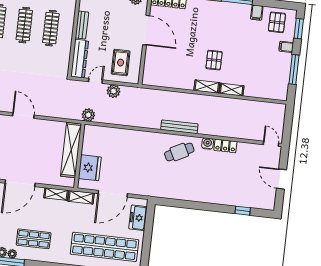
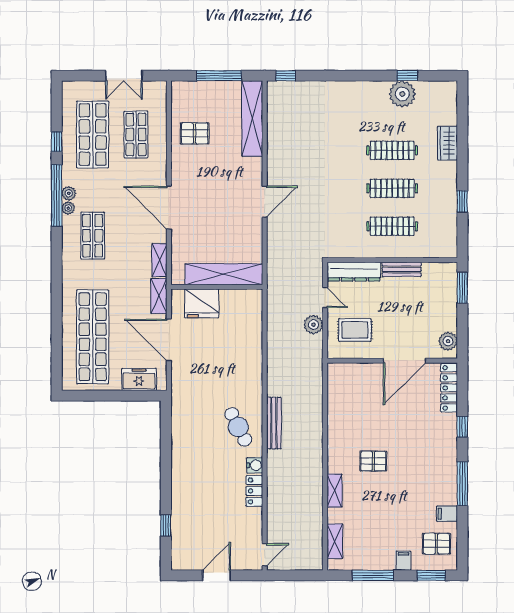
shelving: (207, 87) -> (335, 541), moved
plant: (88, 115) -> (276, 293), removed

